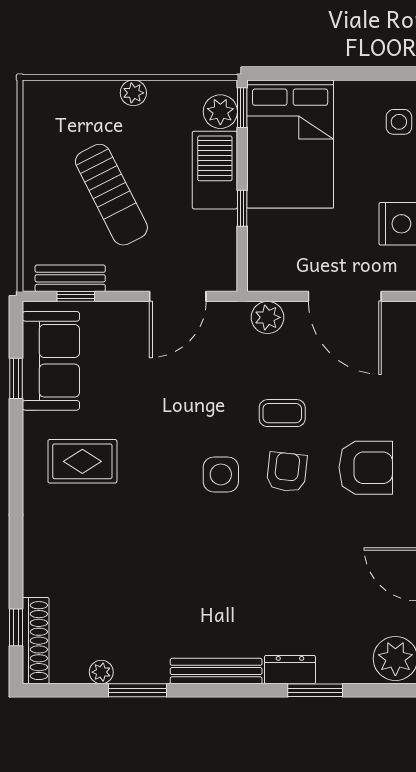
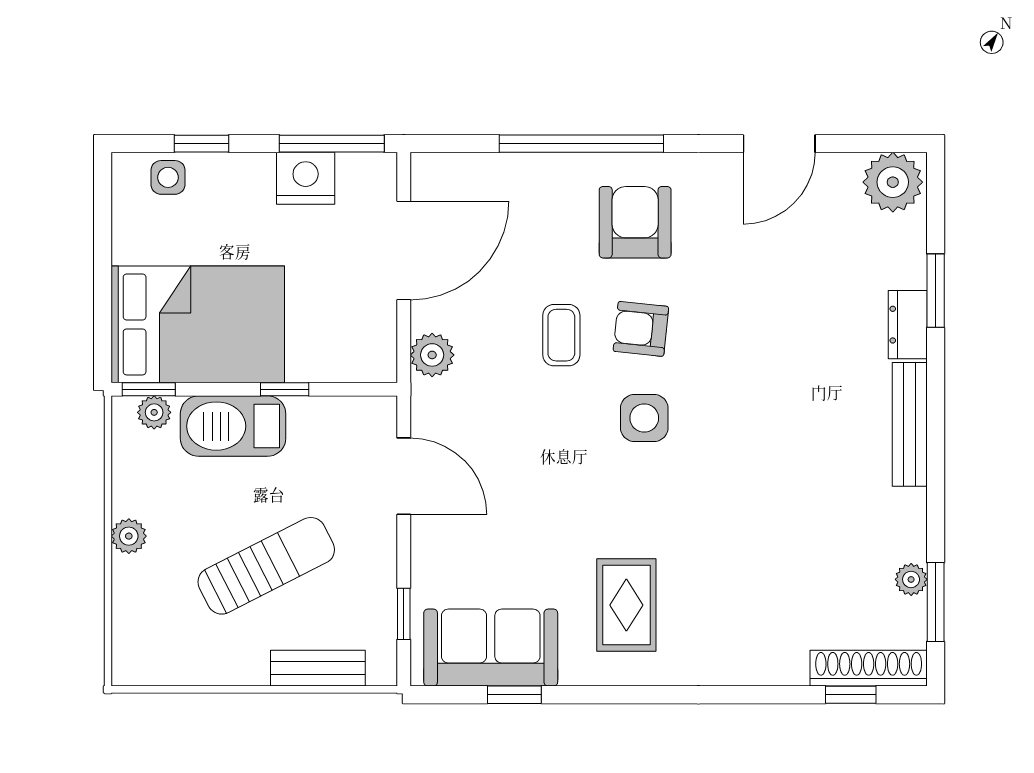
plant: (220, 112) -> (154, 412), width x0.73, depth x0.73
bench: (70, 278) -> (318, 668), moved, turned 90
window: (137, 690) -> (936, 602), moved

